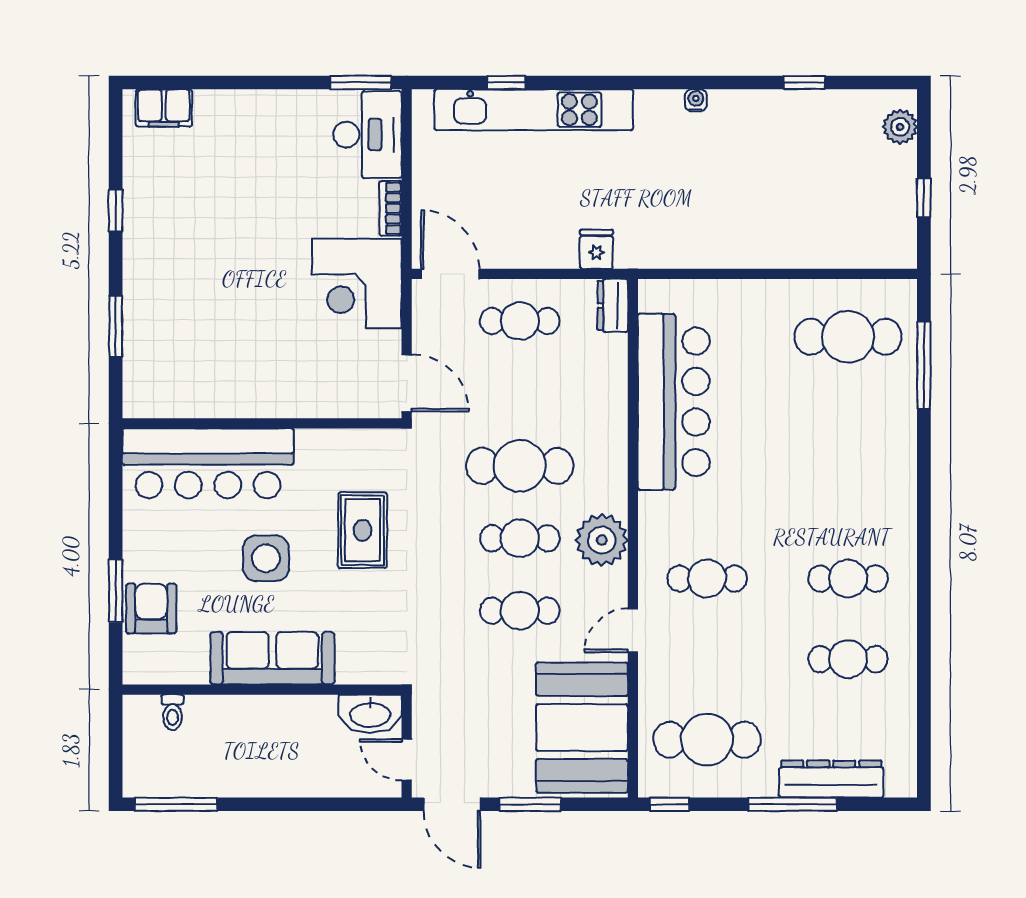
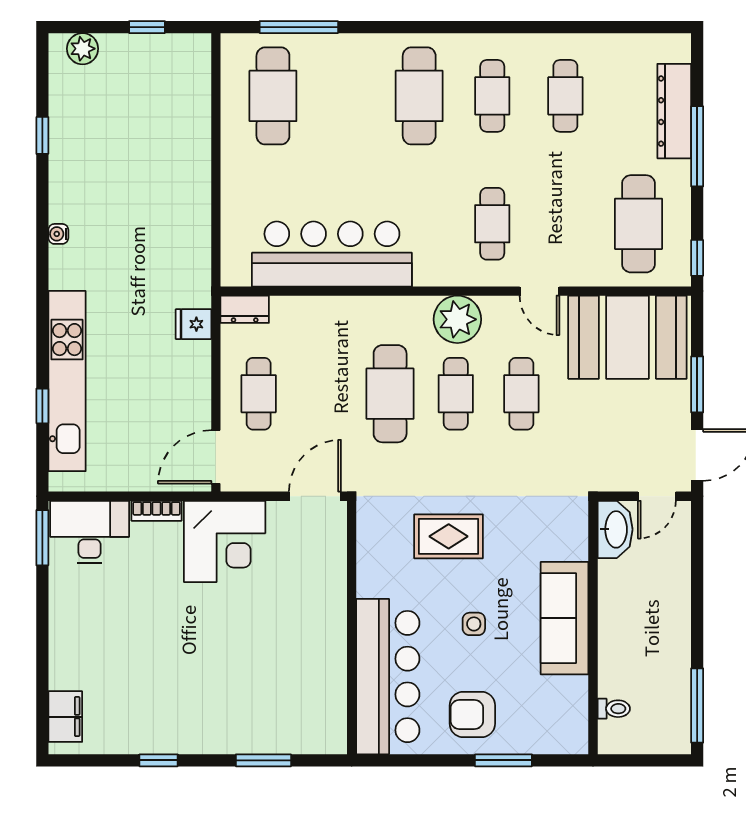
cafe table: (848, 498) -> (419, 96), added
side table: (266, 558) -> (474, 624), width x0.54, depth x0.54
armchair: (151, 608) -> (472, 714), moved

